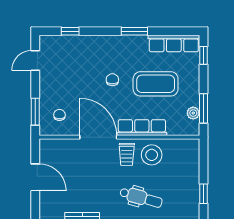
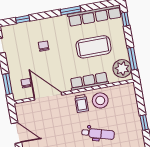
row of seats: (174, 44) -> (95, 16), width x1.36
chair: (112, 80) -> (44, 46), moved
plant: (193, 113) -> (122, 69), width x1.88, depth x1.88
door: (98, 137) -> (48, 96), moved

